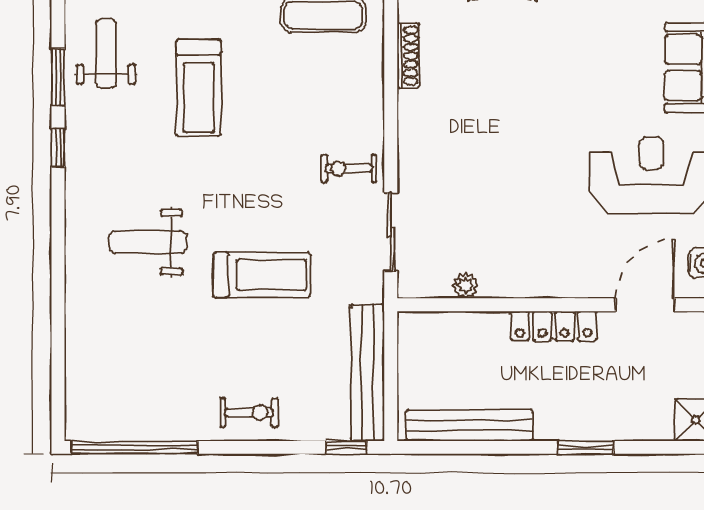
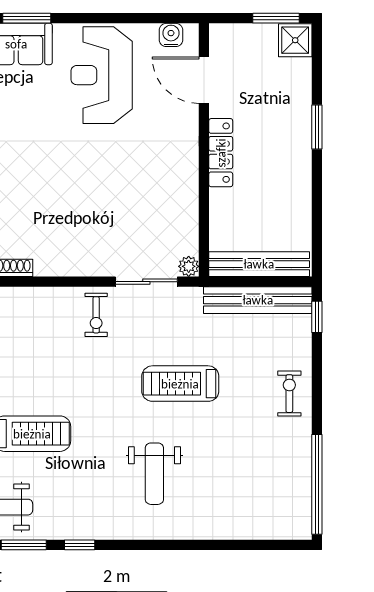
treadmill: (262, 275) -> (180, 384), turned -90
plant: (465, 285) -> (189, 266), moved
bench: (470, 425) -> (259, 264), moved, turned 90

